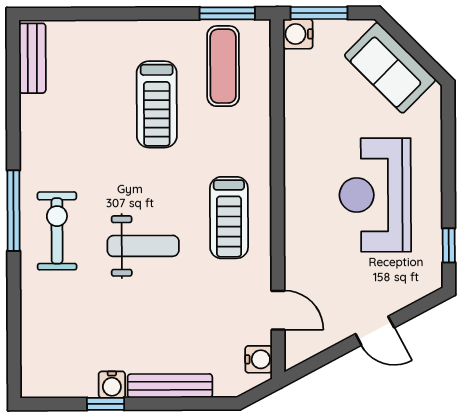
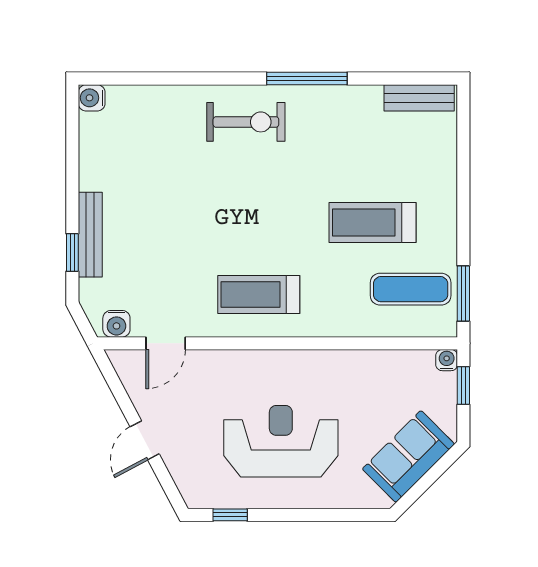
window: (319, 13) -> (463, 385), width x0.67
water cooler: (298, 34) -> (447, 360), width x0.72, depth x0.72
window: (14, 211) -> (307, 79), moved
weight bench: (143, 246) -> (231, 208), removed
water cooler: (112, 385) -> (92, 98), moved
window: (106, 404) -> (72, 253), moved

